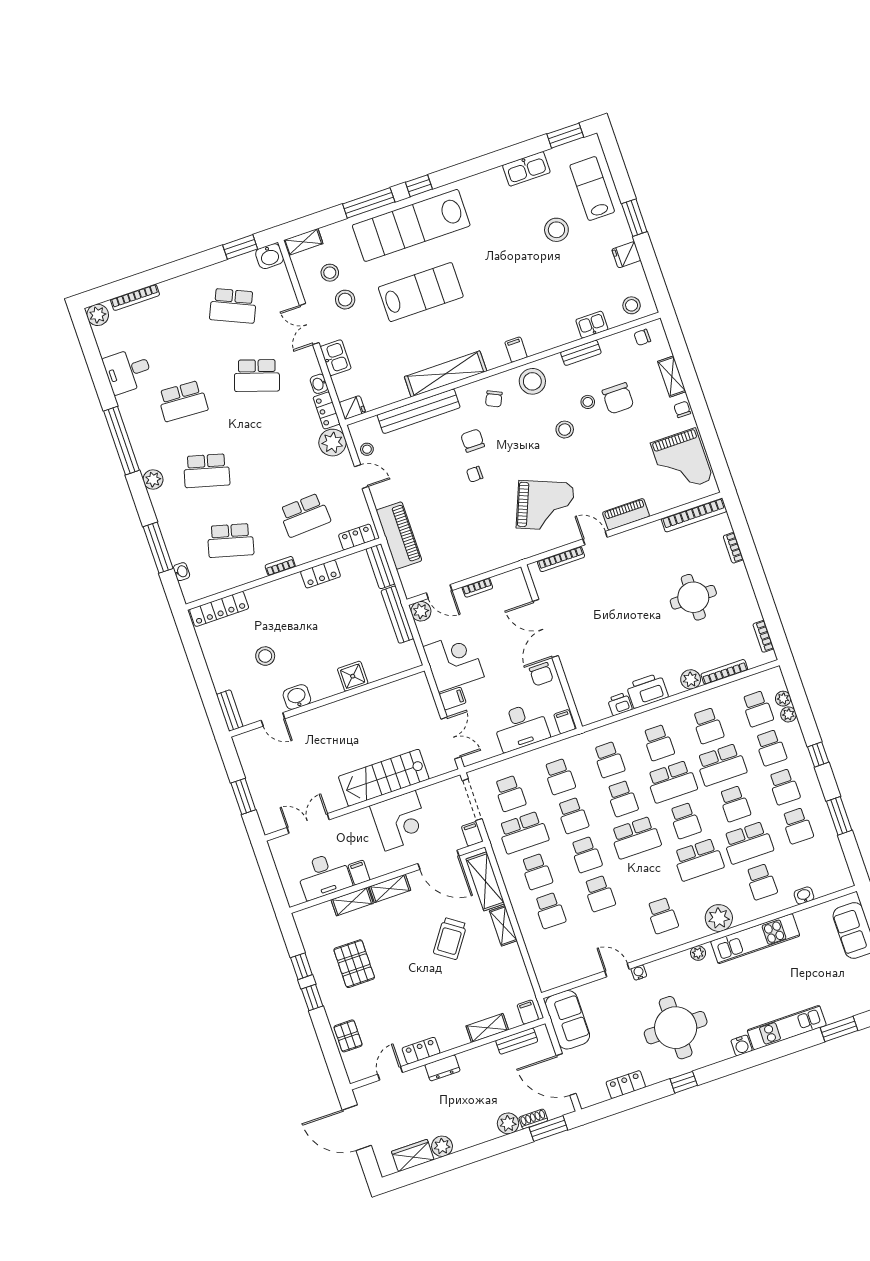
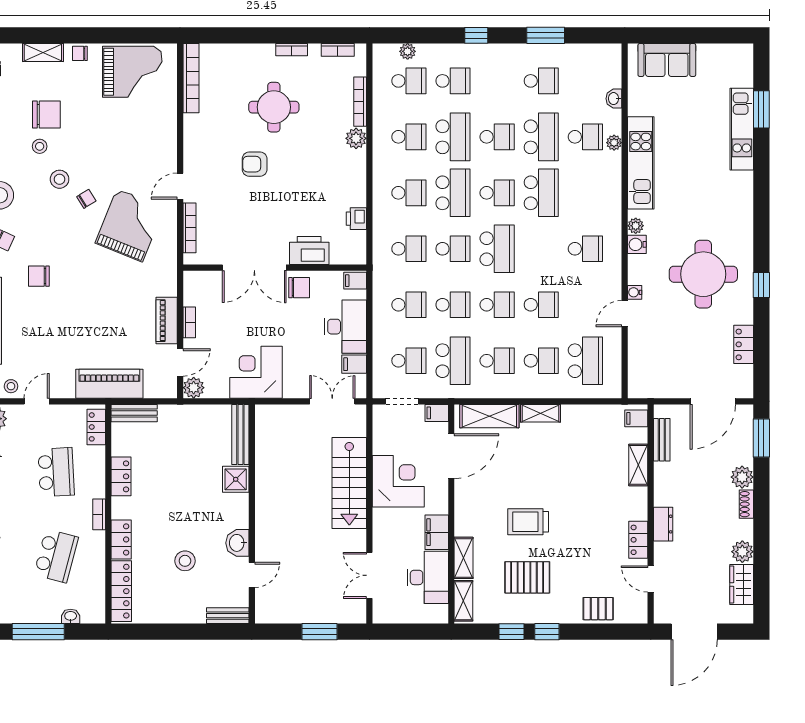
chair: (475, 474) -> (86, 199), moved, turned -122
piano: (626, 514) -> (167, 321), moved
bookcase: (733, 548) -> (292, 50), moved
locker: (265, 593) -> (121, 539), added
armchair: (637, 597) -> (255, 164), added
bench: (397, 615) -> (240, 434), moved, turned 90
printer: (647, 691) -> (309, 251), moved, turned 90
filing cabinet: (453, 699) -> (354, 364), moved, turned -90
plant: (788, 714) -> (425, 52), removed
school desk: (784, 787) -> (585, 361), moved, width x1.85
doorway: (472, 800) -> (402, 401), width x0.73
filing cabinet: (359, 873) -> (437, 532), width x2.00
shelving: (390, 888) -> (463, 601), moved
plant: (719, 918) -> (614, 143), moved, width x0.53, depth x0.53
trolley: (450, 939) -> (528, 522), moved, turned 145
sofa: (568, 1020) -> (658, 381), removed
kitchen unit: (787, 1028) -> (742, 129), moved
water cooler: (742, 1045) -> (637, 244), moved, turned 180
shoe rack: (533, 1119) -> (746, 504), moved

